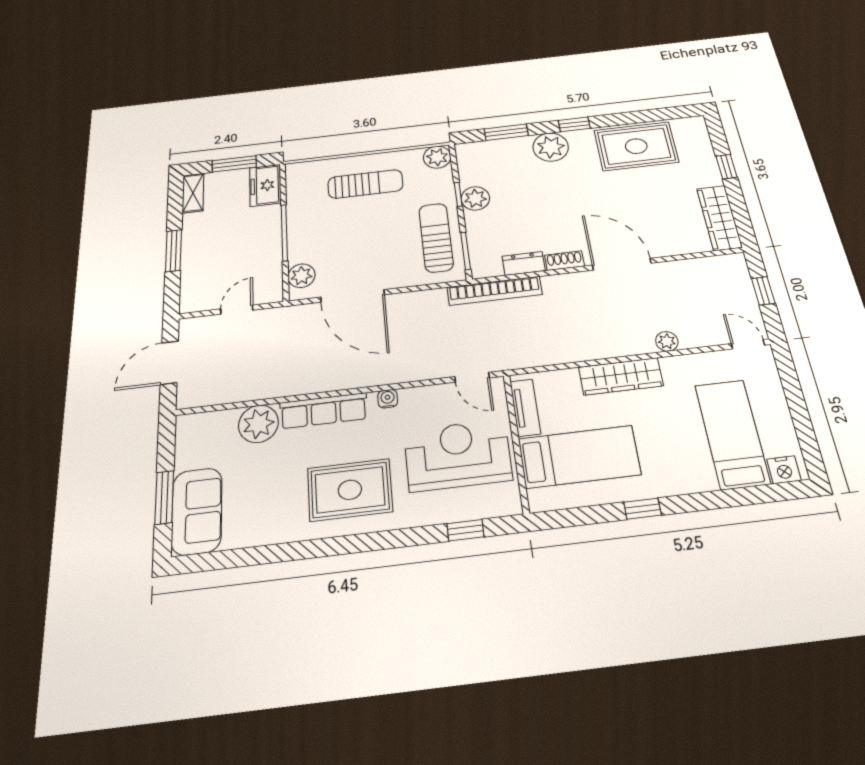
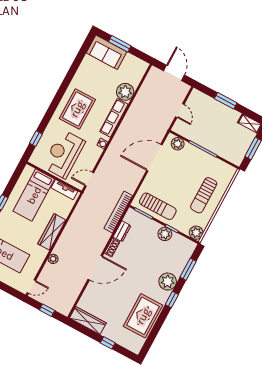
freezer: (265, 185) -> (232, 155), removed
reception desk: (458, 455) -> (64, 154), turned 180

